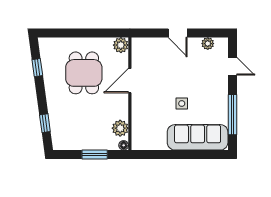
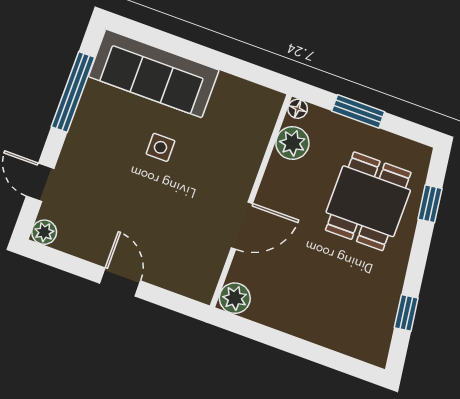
plant: (208, 44) -> (44, 232), moved
dining table: (84, 73) -> (368, 201), moved

